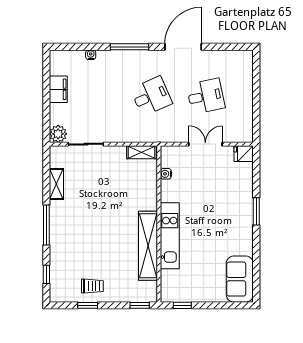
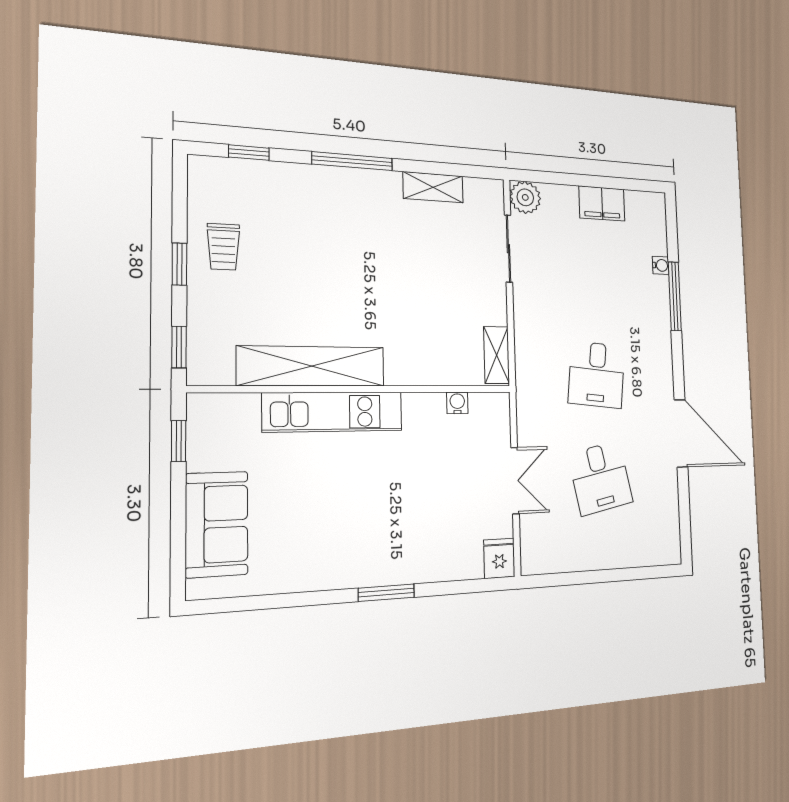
window: (129, 47) -> (675, 296), moved
desk: (151, 96) -> (597, 375), turned 30
sofa: (240, 279) -> (217, 524), moved, turned 90
window: (88, 305) -> (179, 264), moved

